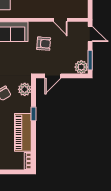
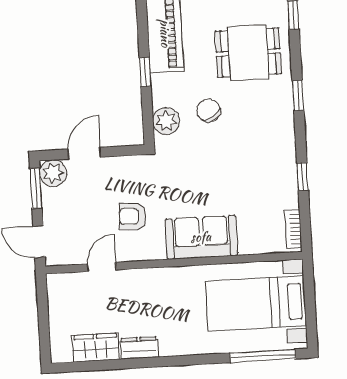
door: (60, 20) -> (102, 267), hinge flipped
door: (53, 76) -> (84, 153), moved

